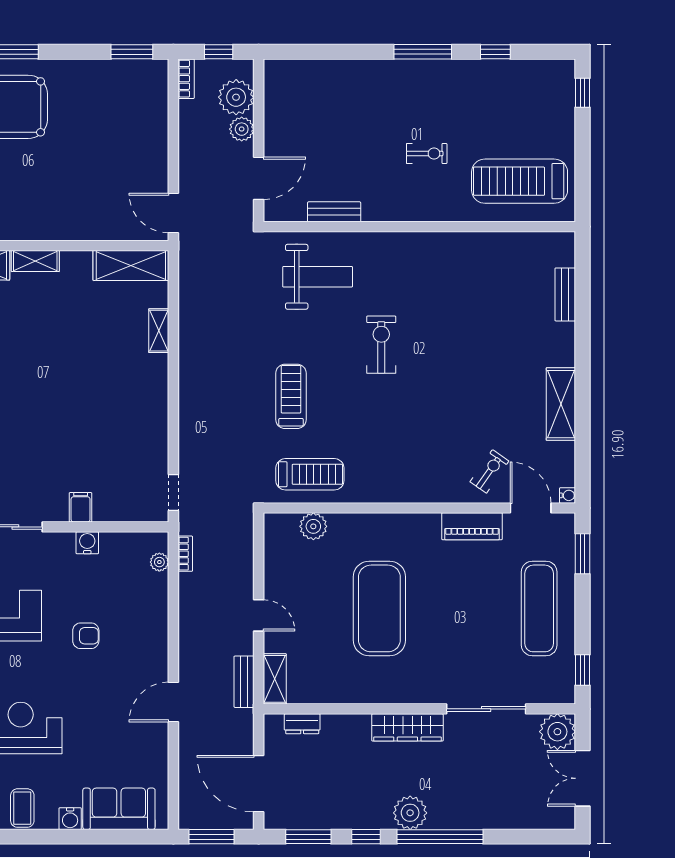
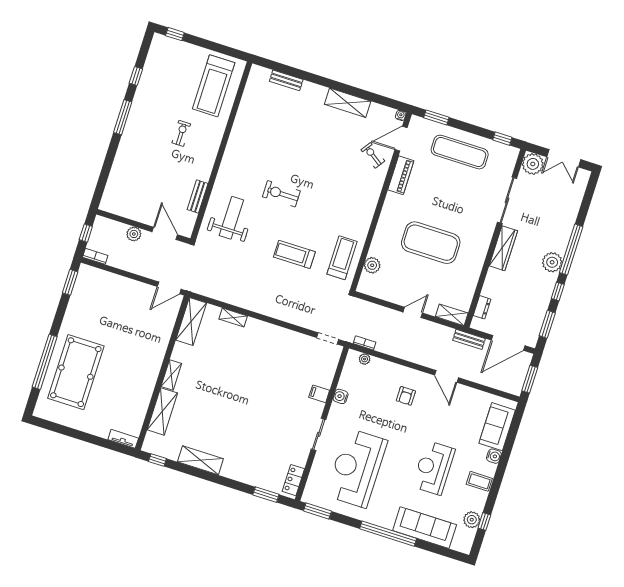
plant: (236, 97) -> (115, 231), removed
armchair: (86, 636) -> (406, 396), moved, turned 180
bench: (244, 682) -> (469, 339), moved

